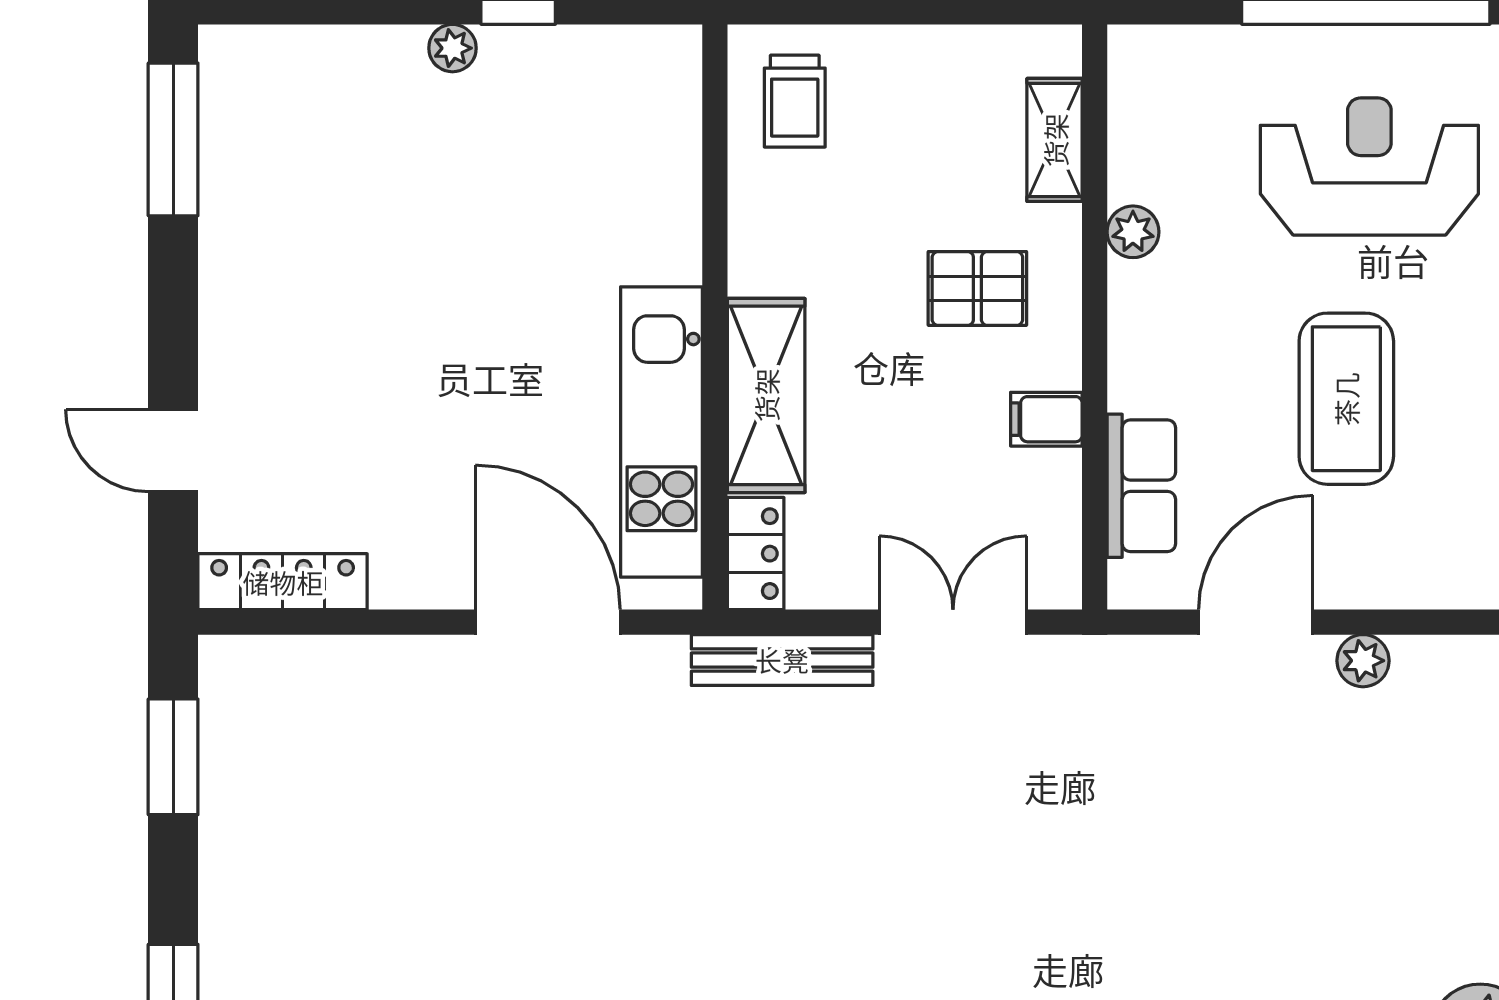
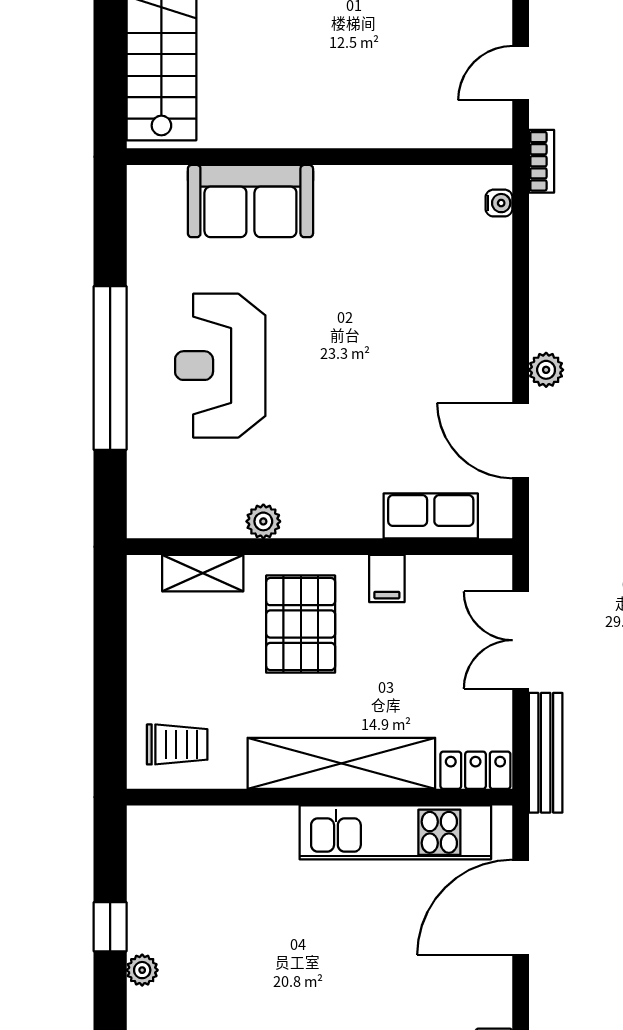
pallet: (977, 288) -> (301, 624), width x1.50, depth x1.42
shelving: (766, 395) -> (341, 763), width x1.47
coffee table: (1346, 399) -> (373, 381), removed

